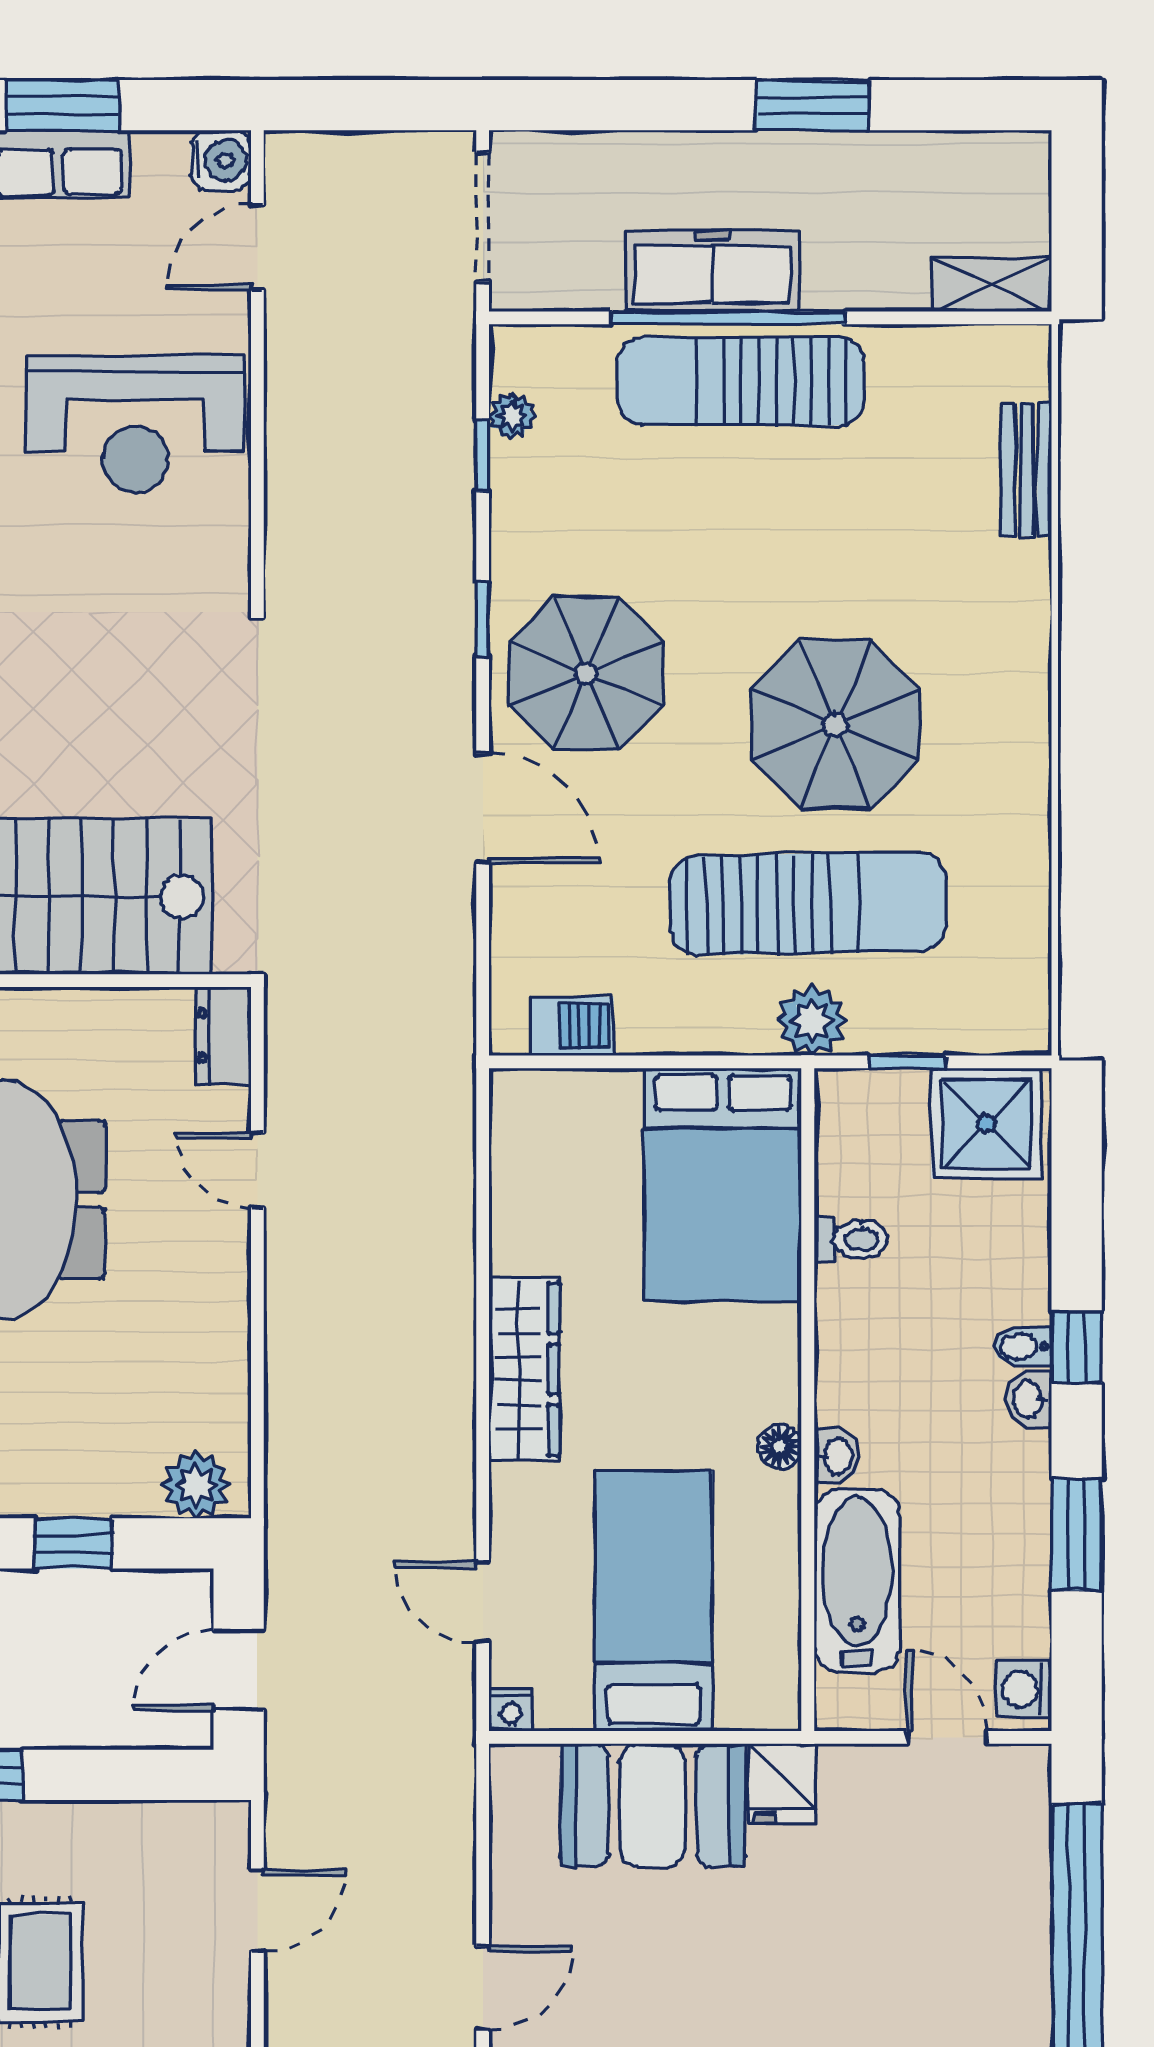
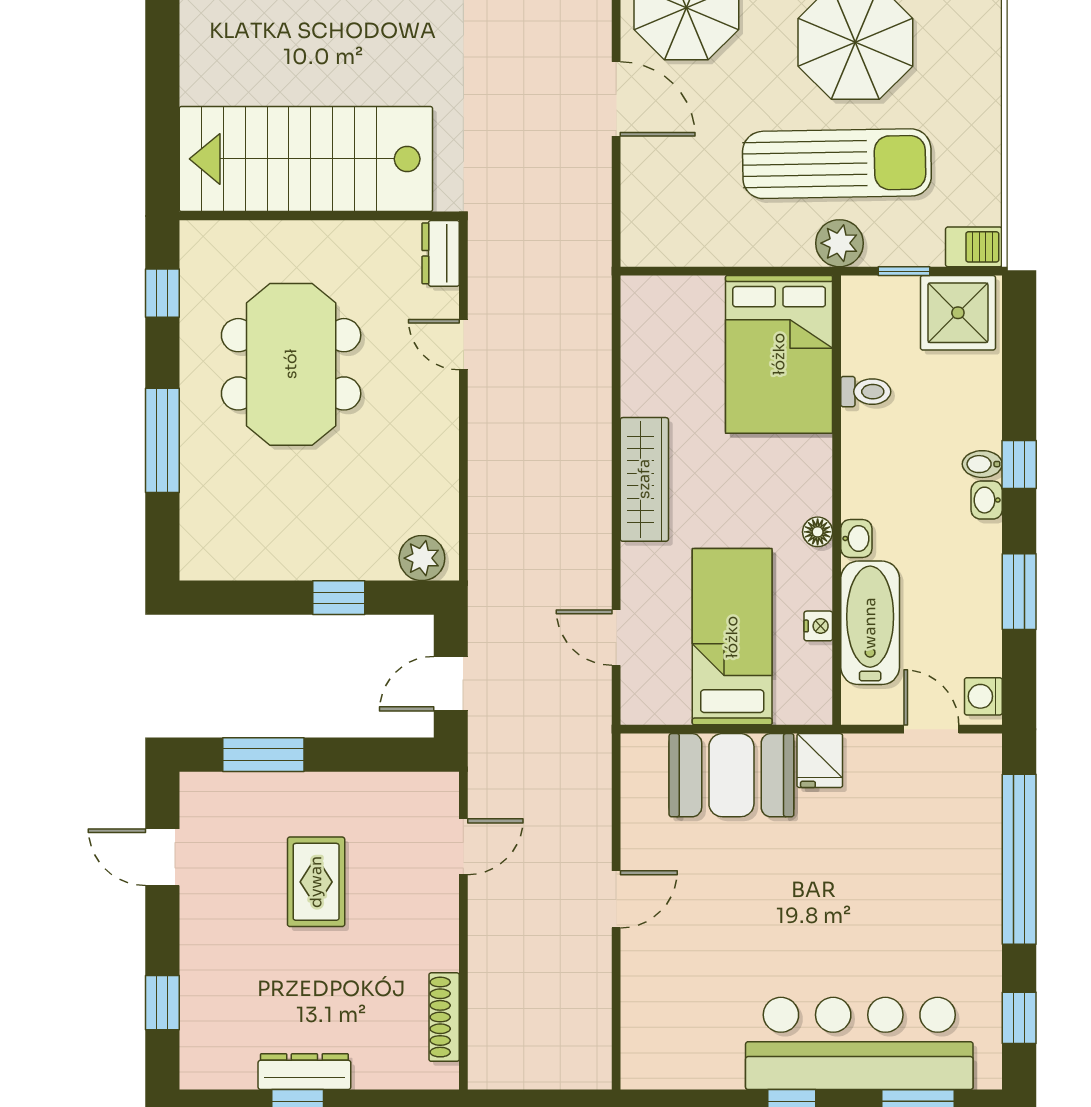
barbecue: (572, 1026) -> (974, 247), moved
nightstand: (511, 1710) -> (818, 626), moved, turned -90

